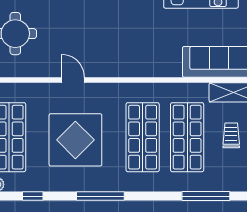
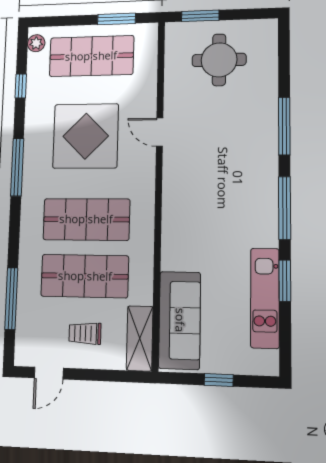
door: (73, 80) -> (160, 132), swing flipped
trolley: (231, 135) -> (85, 333), turned 180

